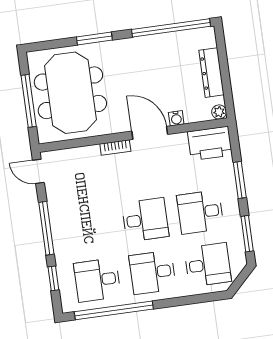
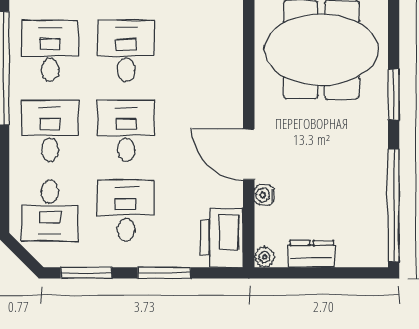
dresser: (211, 73) -> (312, 254), width x0.70
door: (150, 133) -> (249, 154), swing flipped
bookcase: (115, 147) -> (235, 103), removed
desk: (145, 220) -> (126, 131), turned 180
desk: (90, 227) -> (126, 51), added

